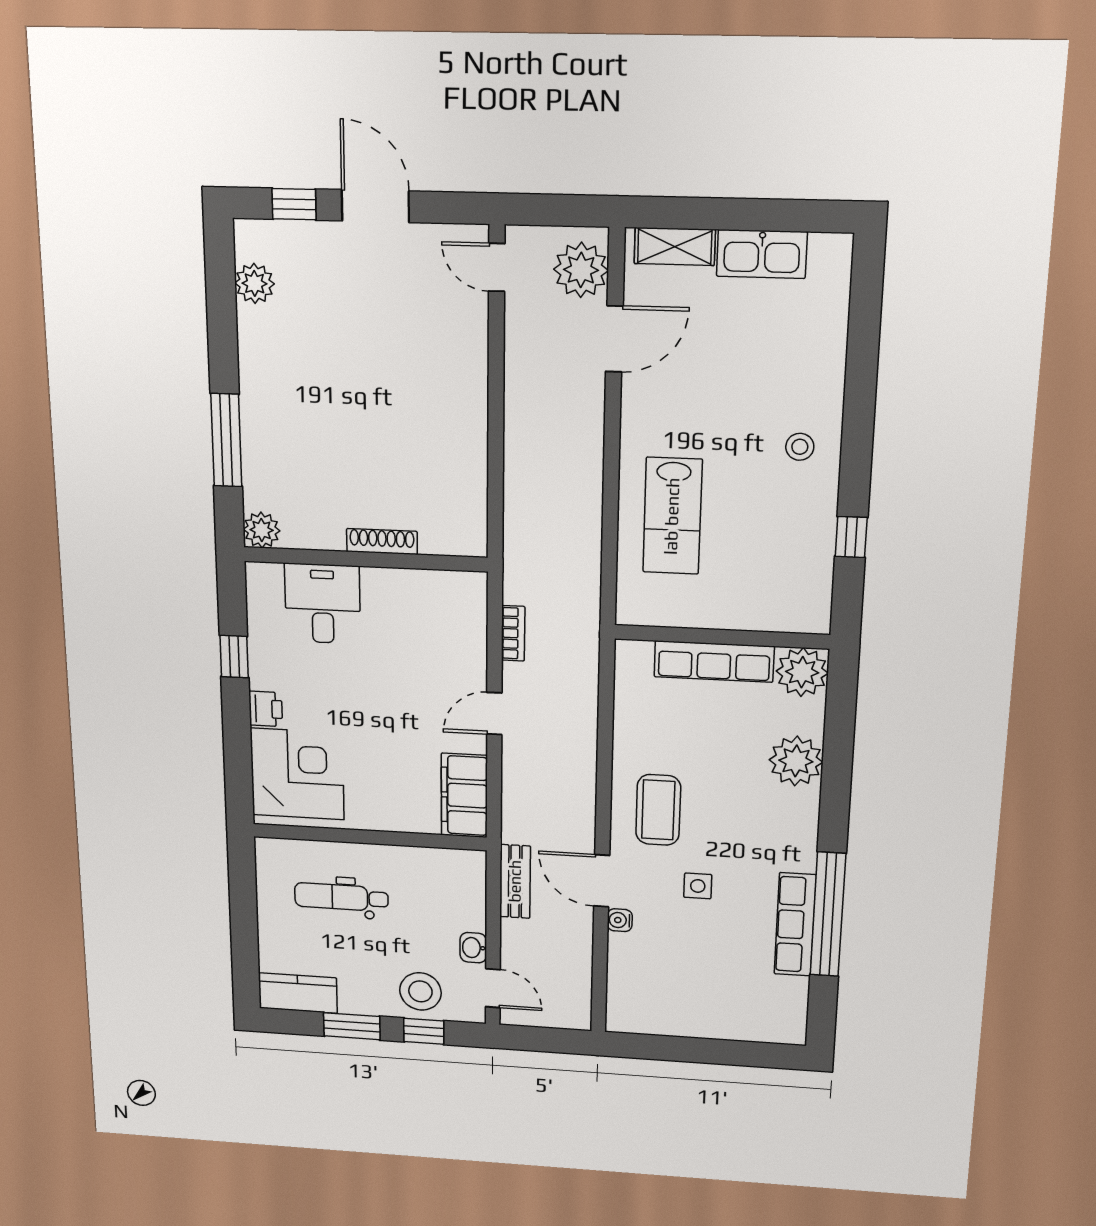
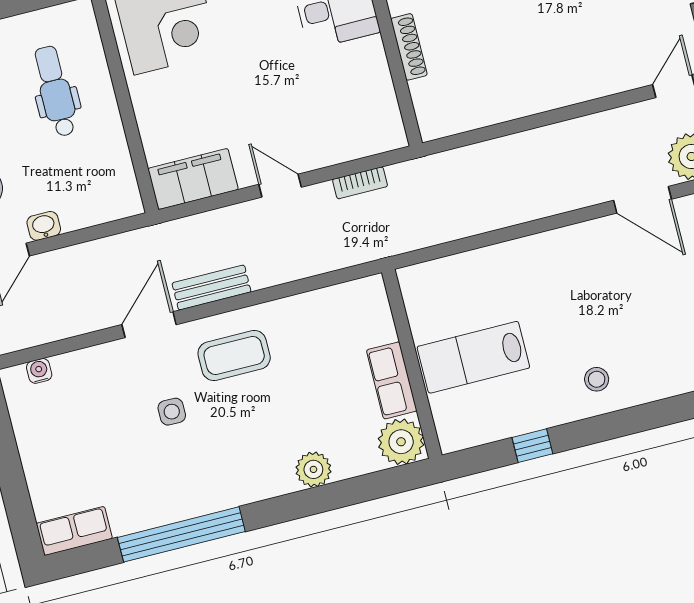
lab bench: (672, 516) -> (473, 357), moved
row of seats: (714, 662) -> (392, 380), width x0.68
plant: (796, 761) -> (313, 469), width x0.73, depth x0.73
bench: (515, 881) -> (211, 287), moved
water cooler: (620, 920) -> (39, 371), moved
row of seats: (795, 925) -> (74, 531), moved, width x0.68

